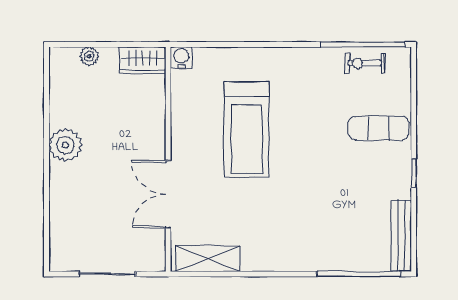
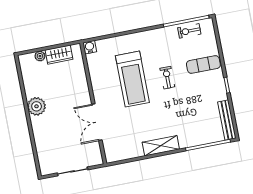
wardrobe: (143, 60) -> (59, 55), moved
exercise bike: (310, 139) -> (167, 78), added
shelving: (208, 259) -> (161, 146), moved

